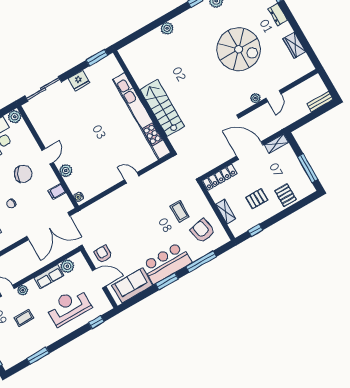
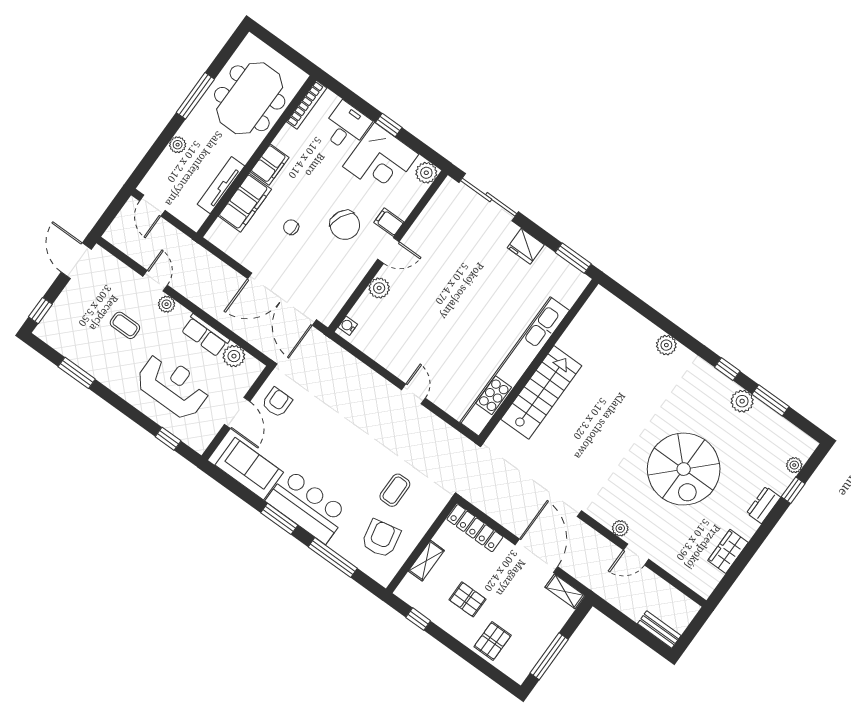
filing cabinet: (57, 192) -> (389, 222), moved

